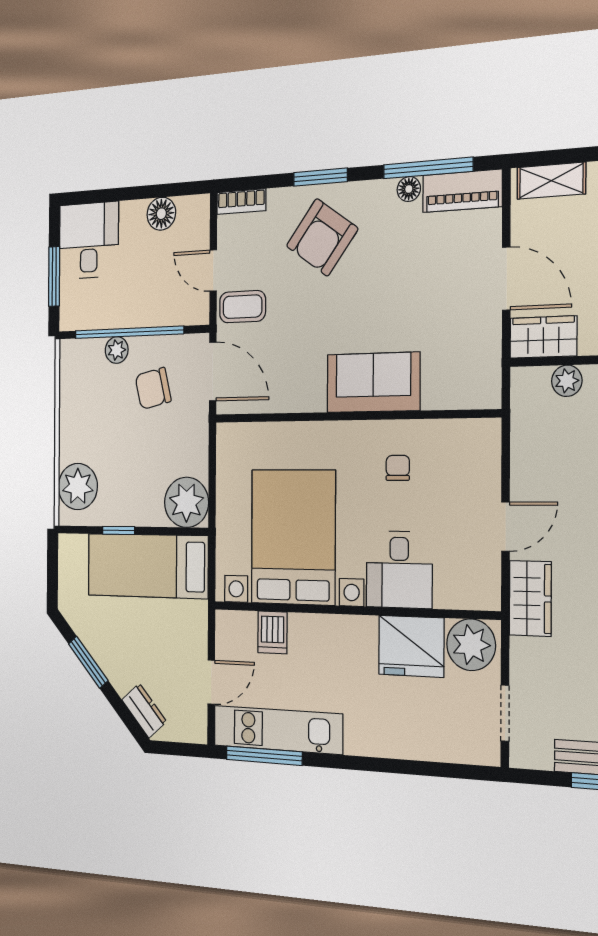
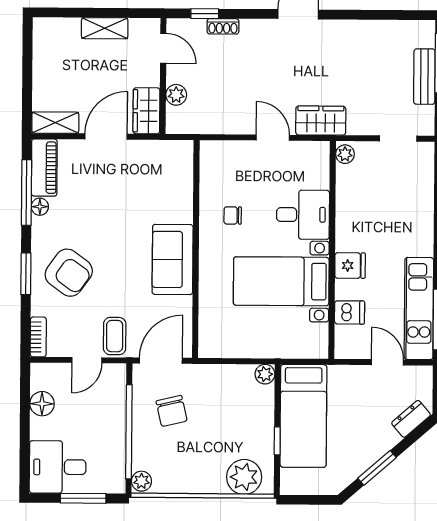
shelving: (551, 181) -> (55, 123), moved, turned 90
plant: (117, 350) -> (141, 481), moved
sofa: (373, 382) -> (173, 259), moved
plant: (186, 502) -> (265, 374), width x0.53, depth x0.53
bed with nightstands: (293, 537) -> (281, 281), width x0.73
plant: (471, 645) -> (345, 154), width x0.53, depth x0.53
fridge: (411, 646) -> (350, 266), moved, width x0.53, depth x0.75

